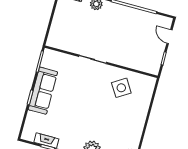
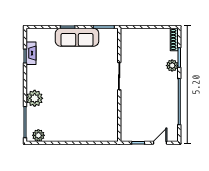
side table: (121, 88) -> (100, 110), removed

